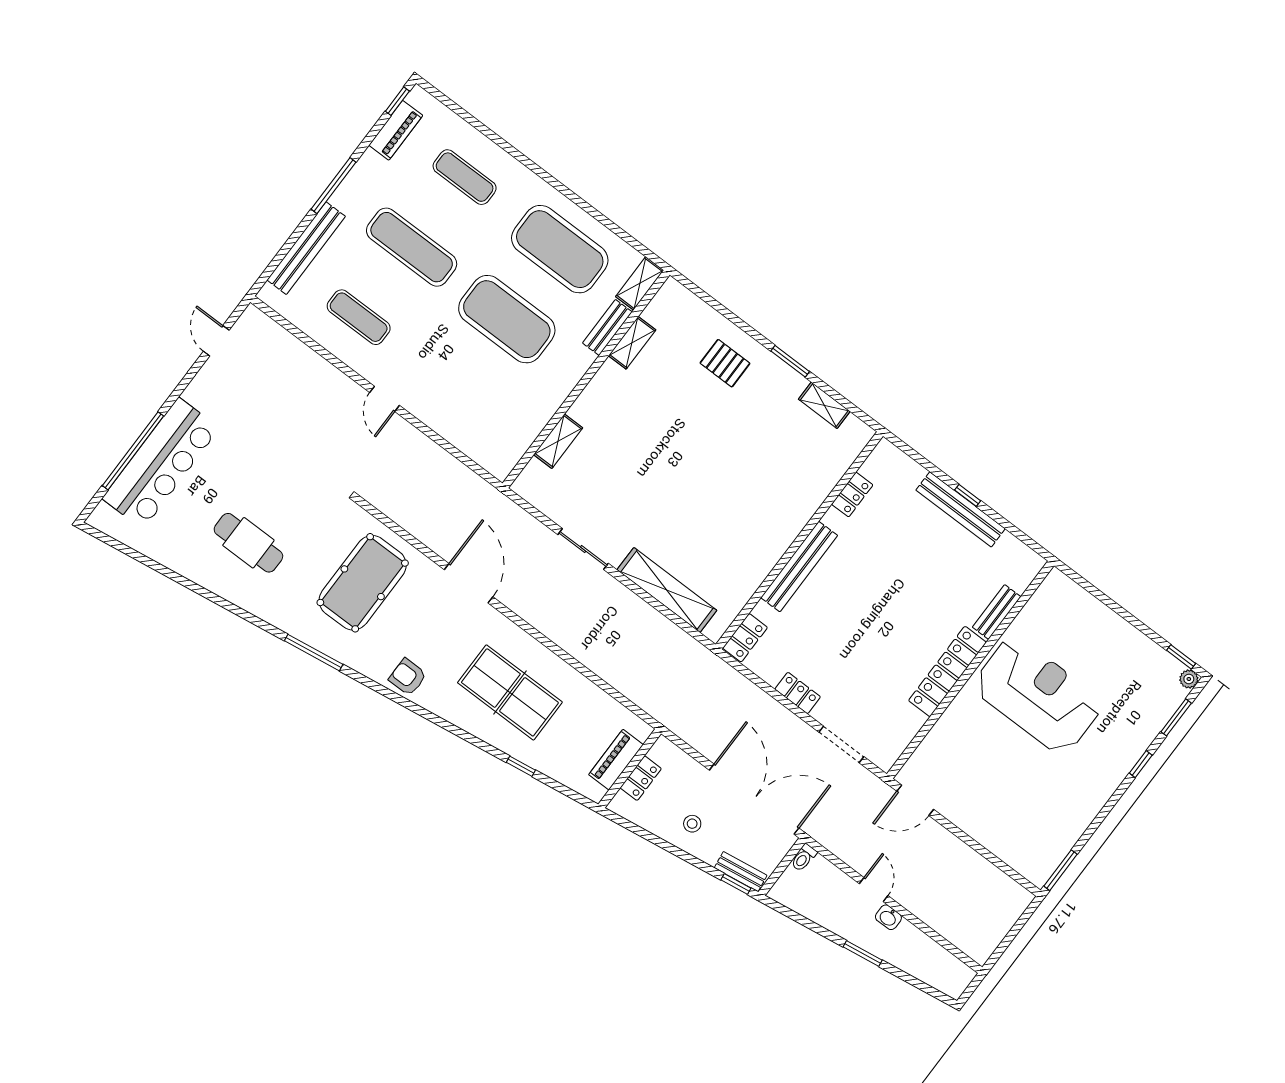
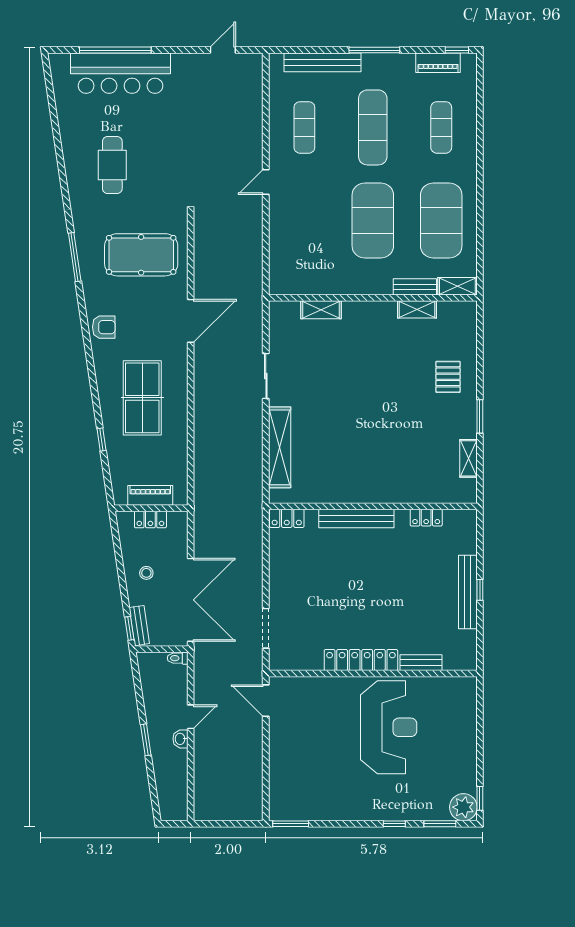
armchair: (408, 677) -> (104, 327), turned 90
plant: (1189, 679) -> (463, 807), width x1.87, depth x1.87
locker: (798, 693) -> (277, 577), removed

